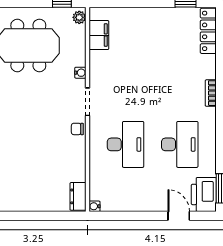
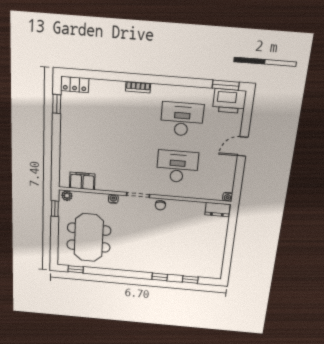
locker: (208, 31) -> (75, 84), width x0.66
door: (179, 216) -> (243, 146), moved

